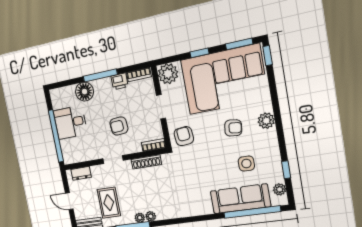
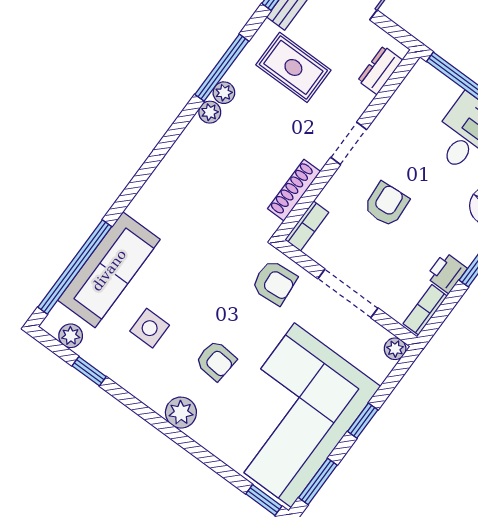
plant: (168, 74) -> (395, 349), width x0.53, depth x0.53
doorway: (161, 107) -> (348, 293), width x1.38
armchair: (233, 128) -> (216, 361), turned -92

